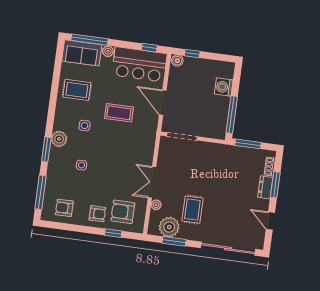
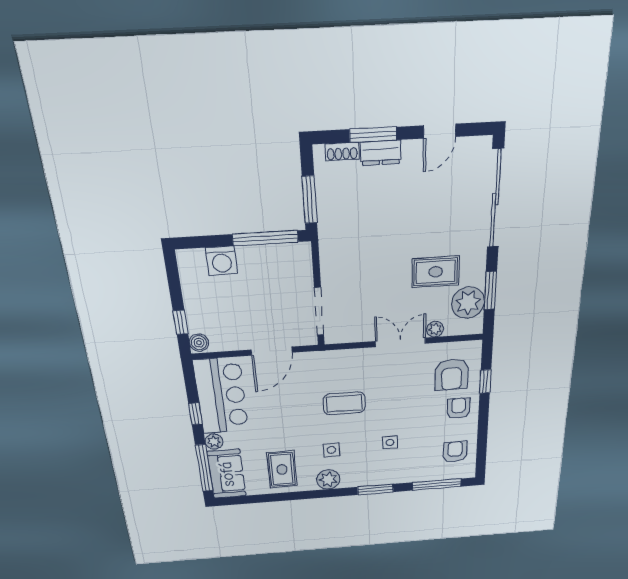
window: (149, 48) -> (195, 414), moved
coffee table: (119, 113) -> (344, 403), moved, turned 90
plant: (59, 139) -> (328, 479), moved
double door: (152, 182) -> (400, 342), swing flipped
armchair: (64, 208) -> (455, 452), turned 180

